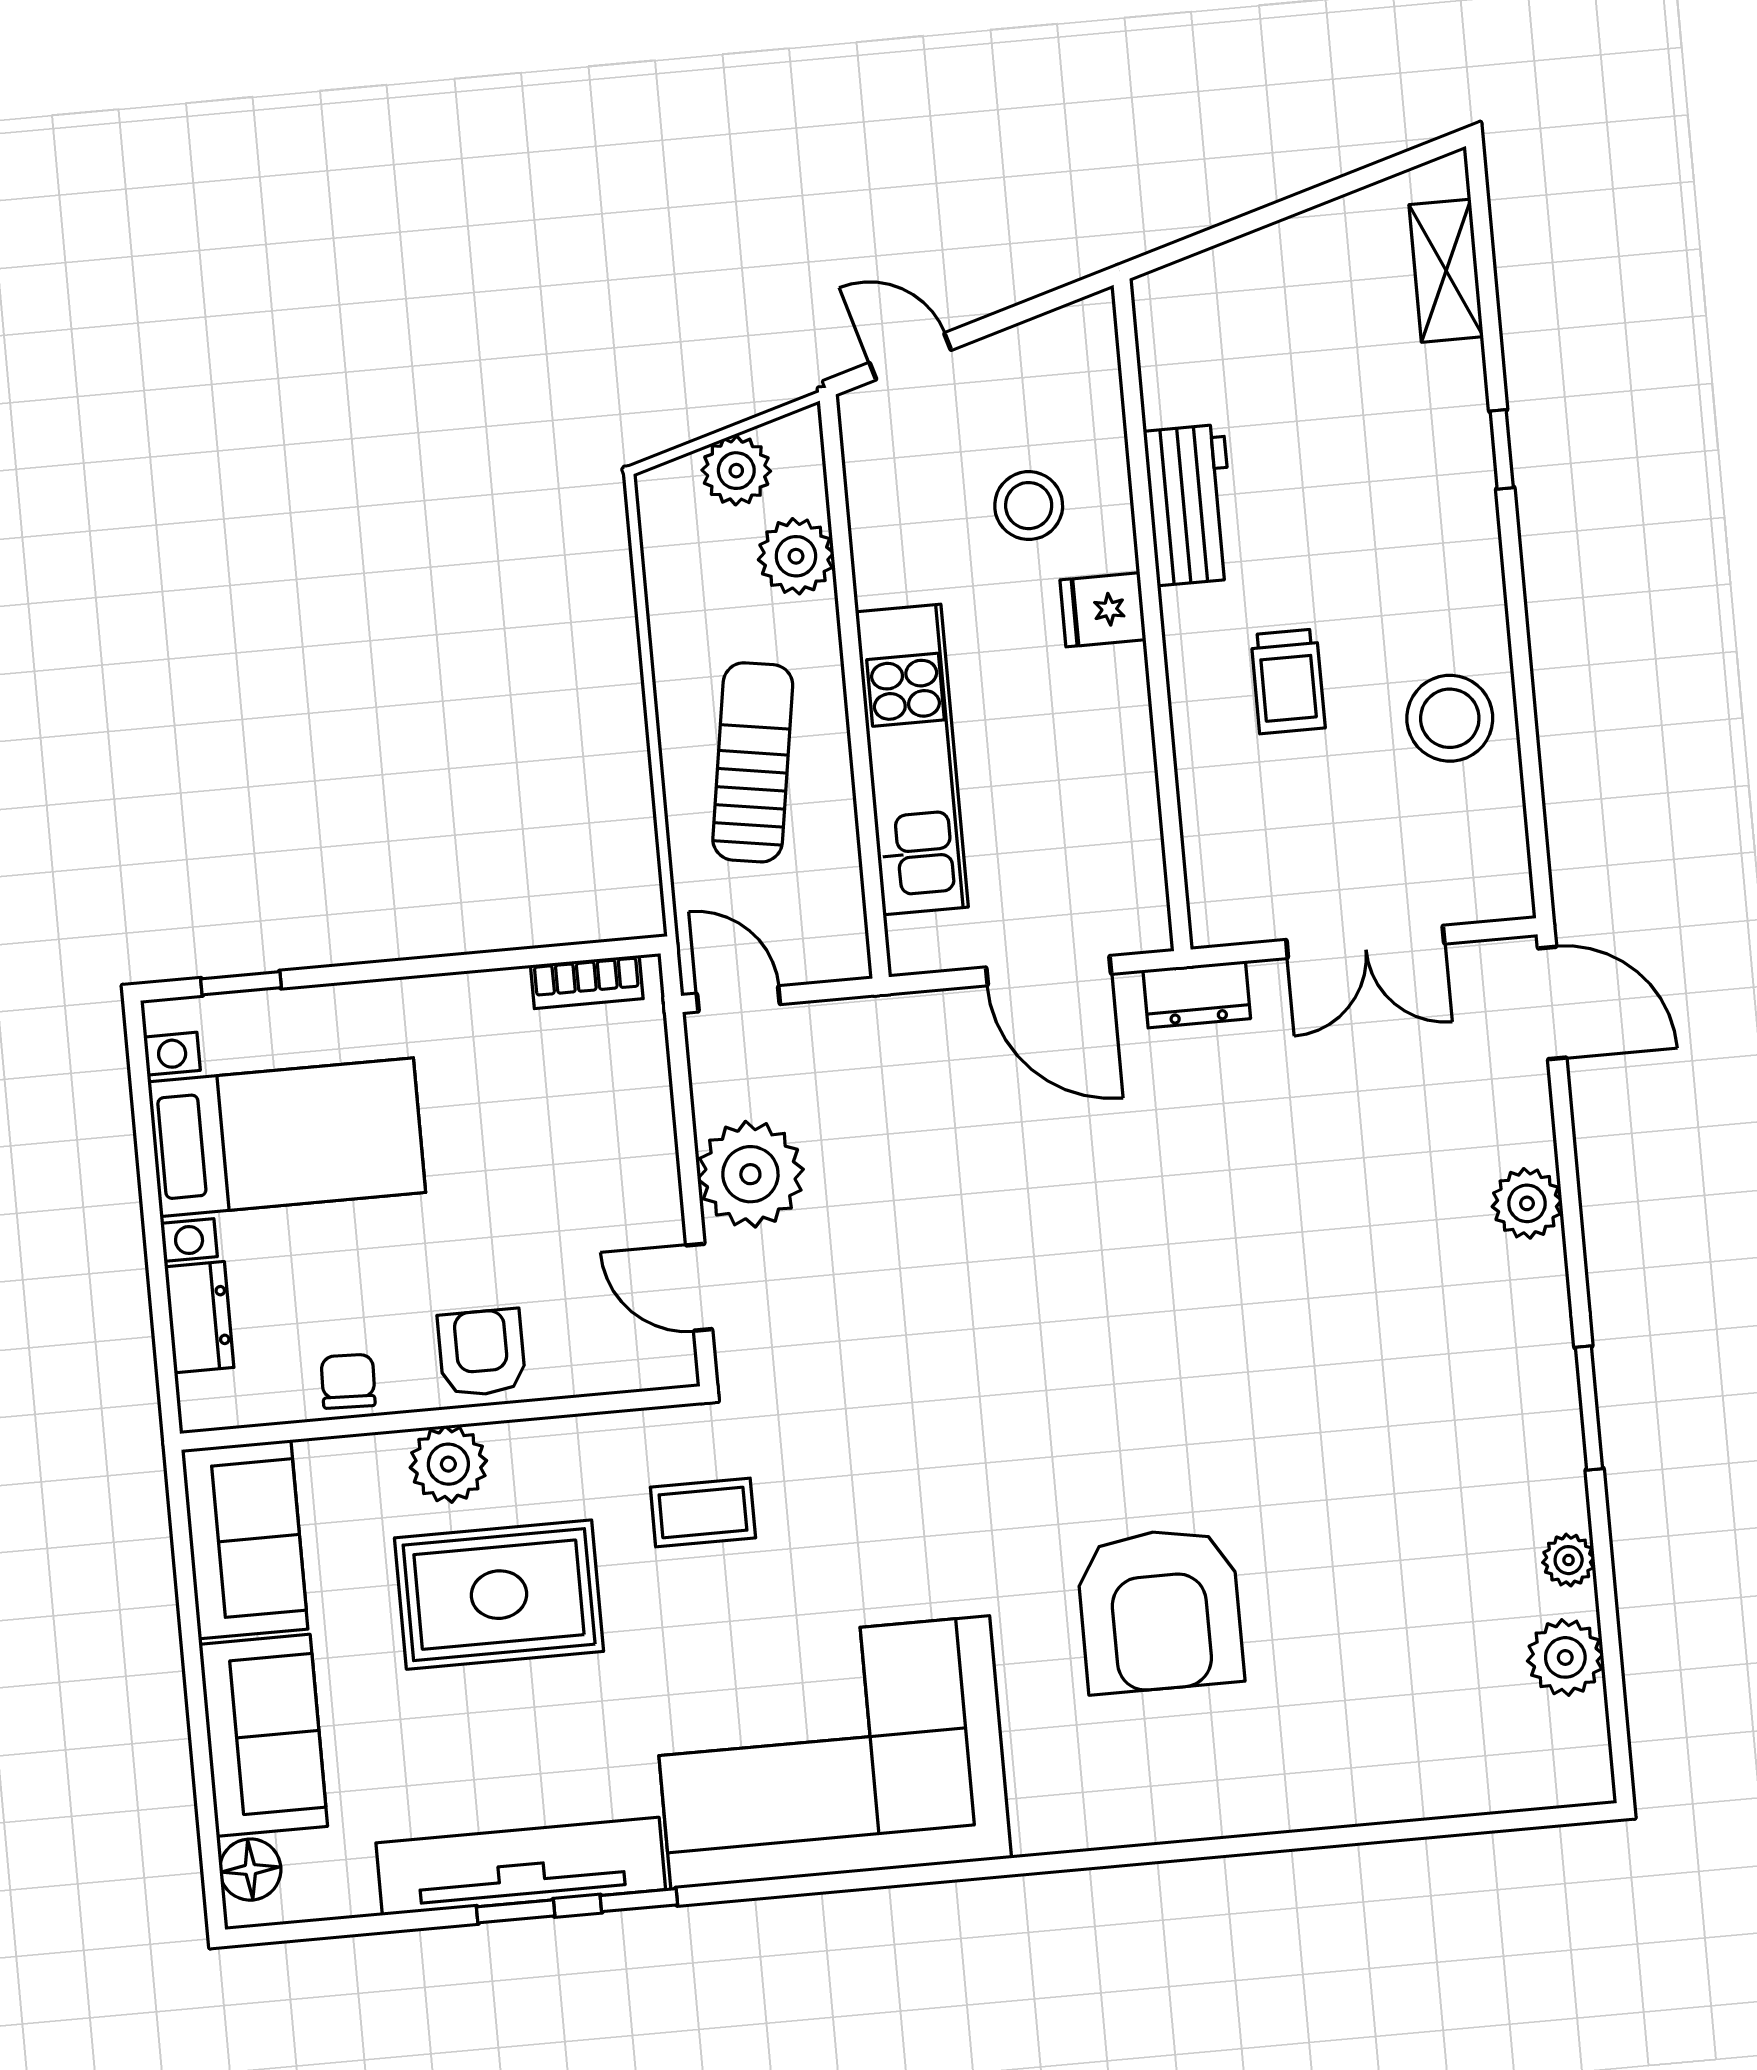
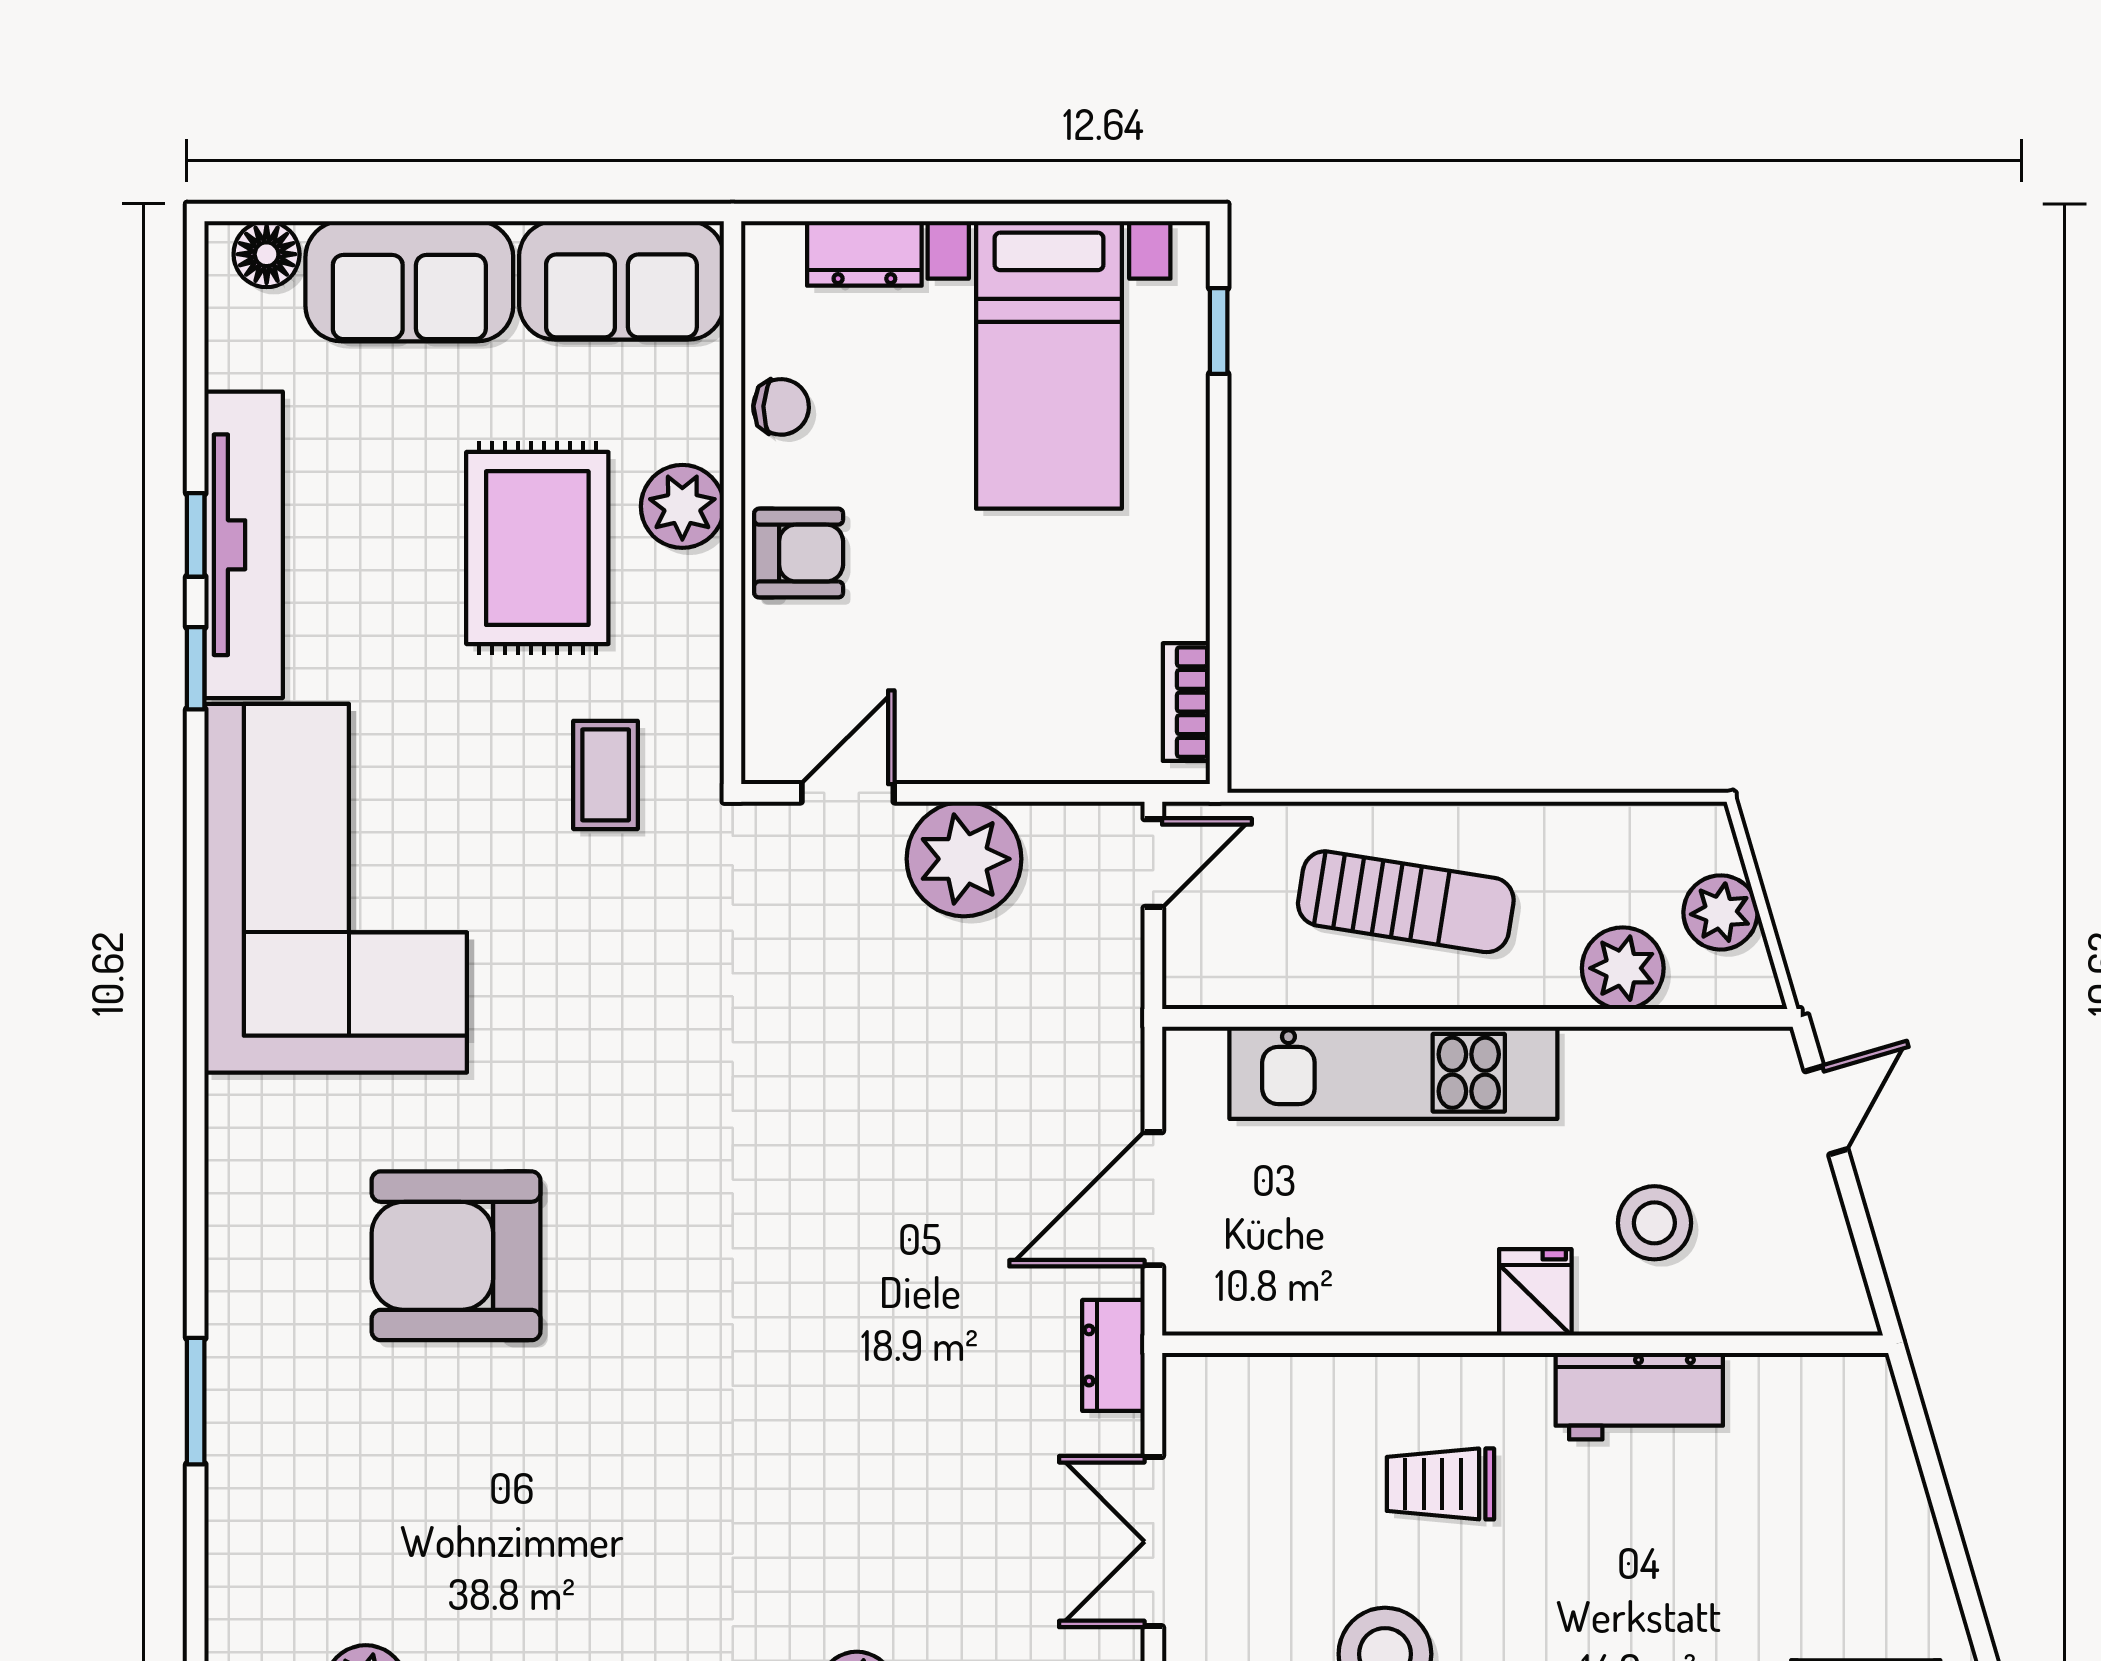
window: (1316, 1839) -> (196, 1401), added

